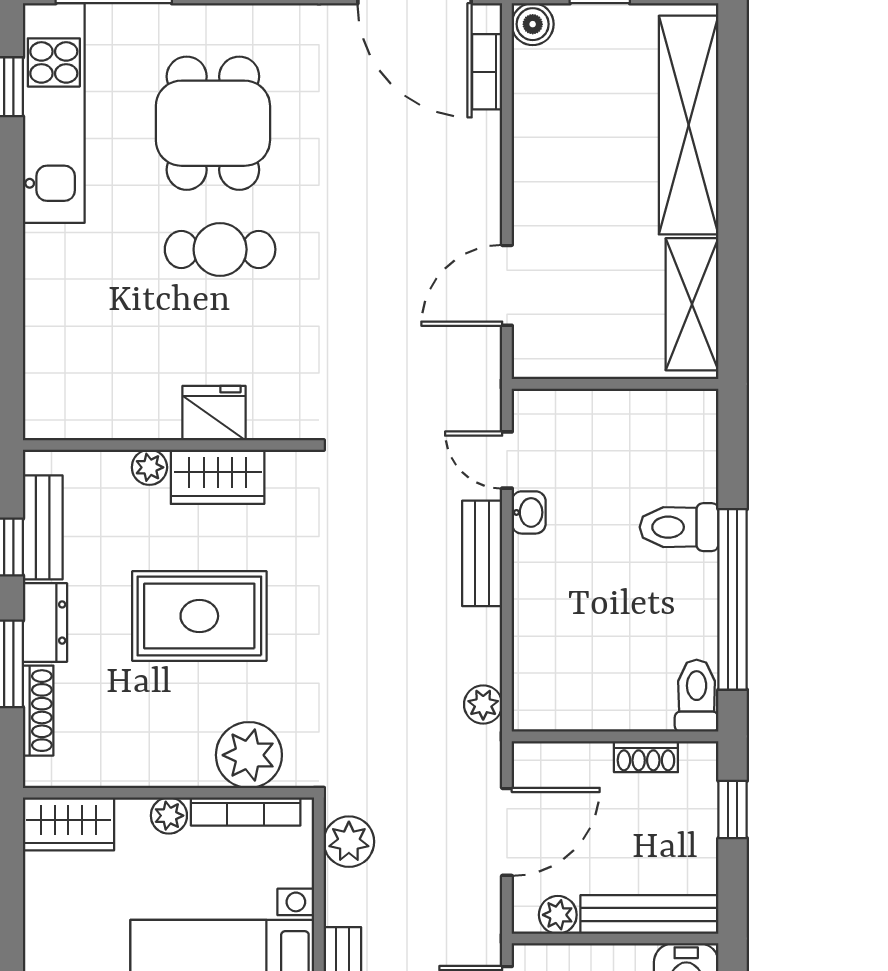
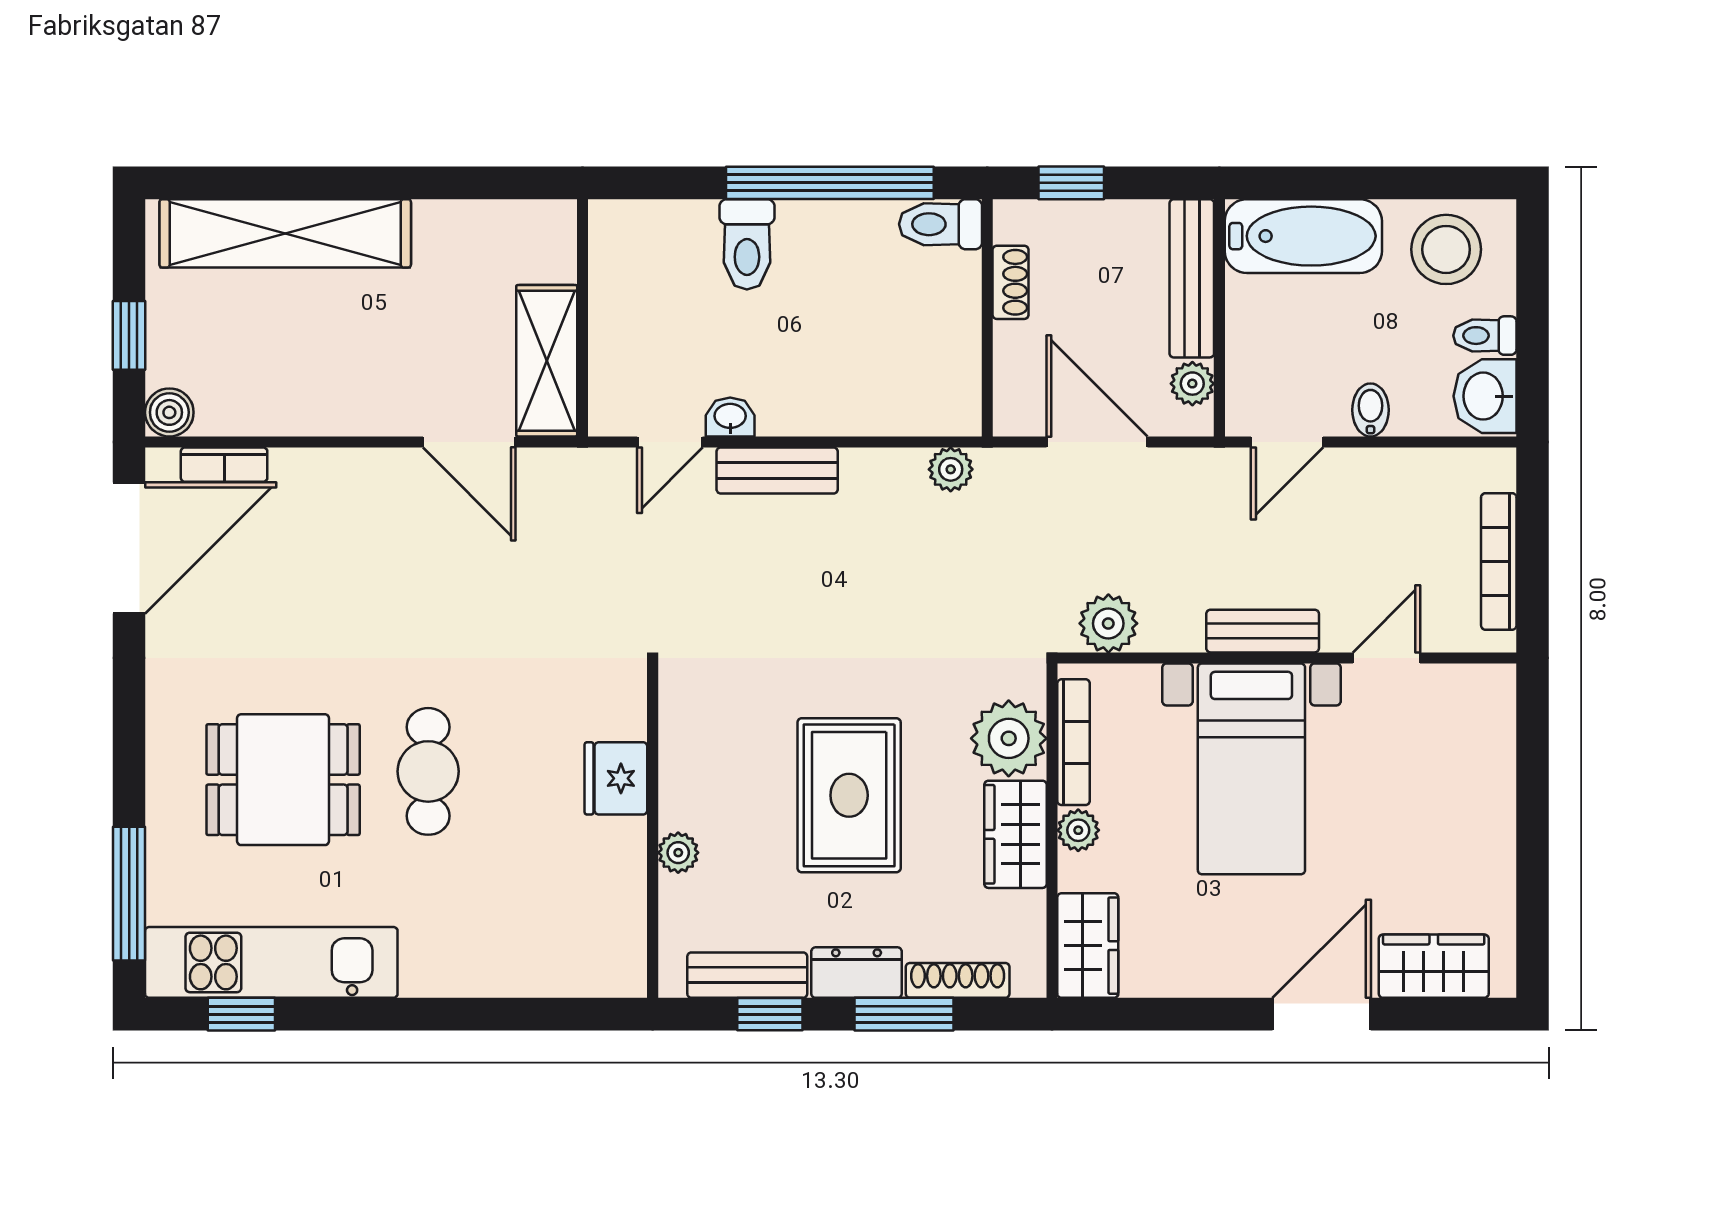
shelving: (692, 304) -> (547, 361), moved, turned 90
wardrobe: (218, 477) -> (1015, 834), moved, turned 180

